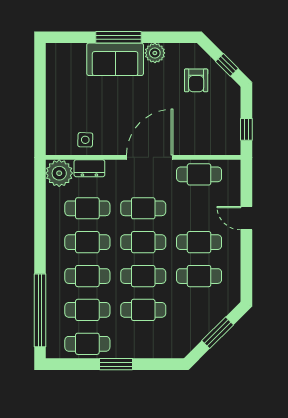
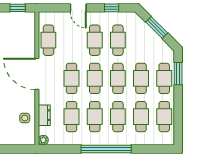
plant: (59, 173) -> (43, 140), width x0.53, depth x0.53
door: (246, 218) -> (78, 8), hinge flipped
window: (246, 267) -> (112, 8), added
window: (40, 310) -> (106, 149), moved
cafe table: (143, 344) -> (164, 78), added
window: (116, 364) -> (178, 74), moved

